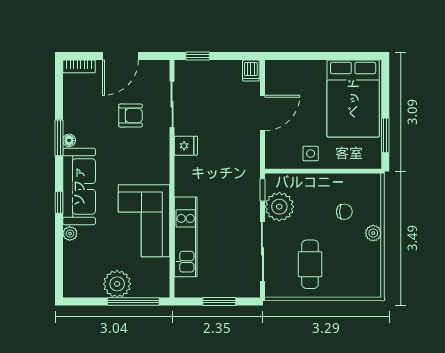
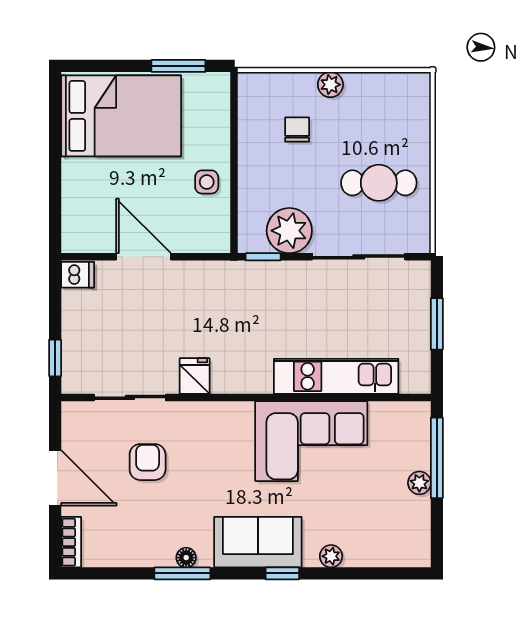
sofa: (79, 186) -> (258, 542), width x0.73
plant: (117, 284) -> (419, 483), width x0.53, depth x0.53

